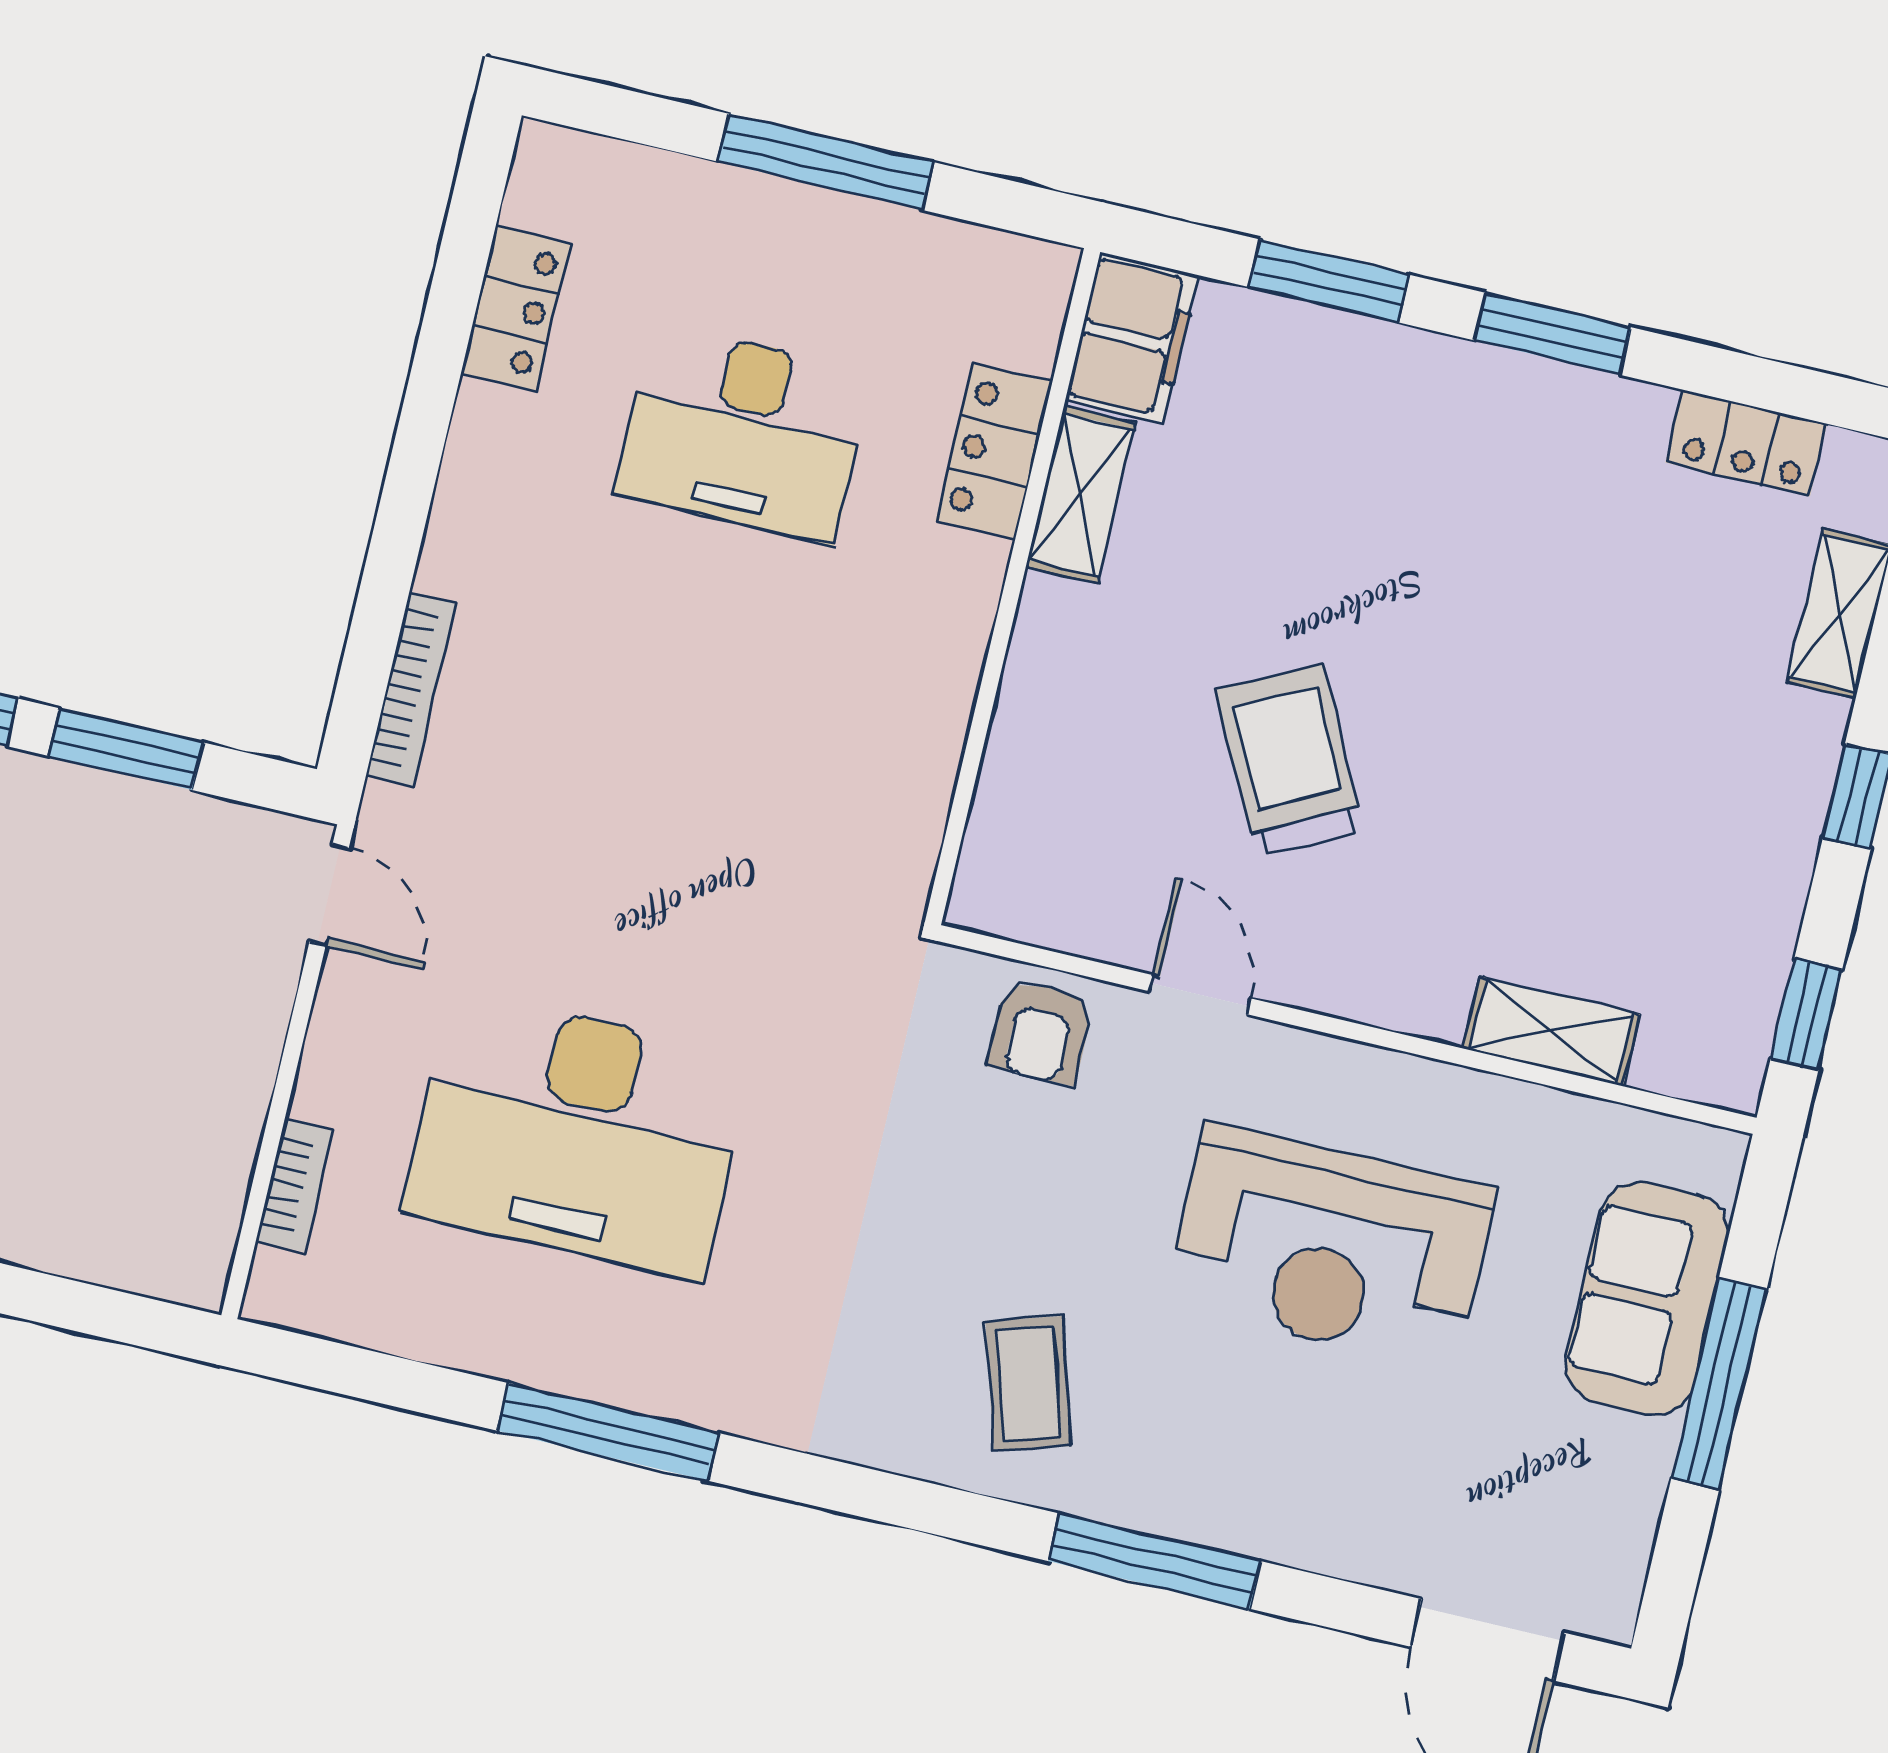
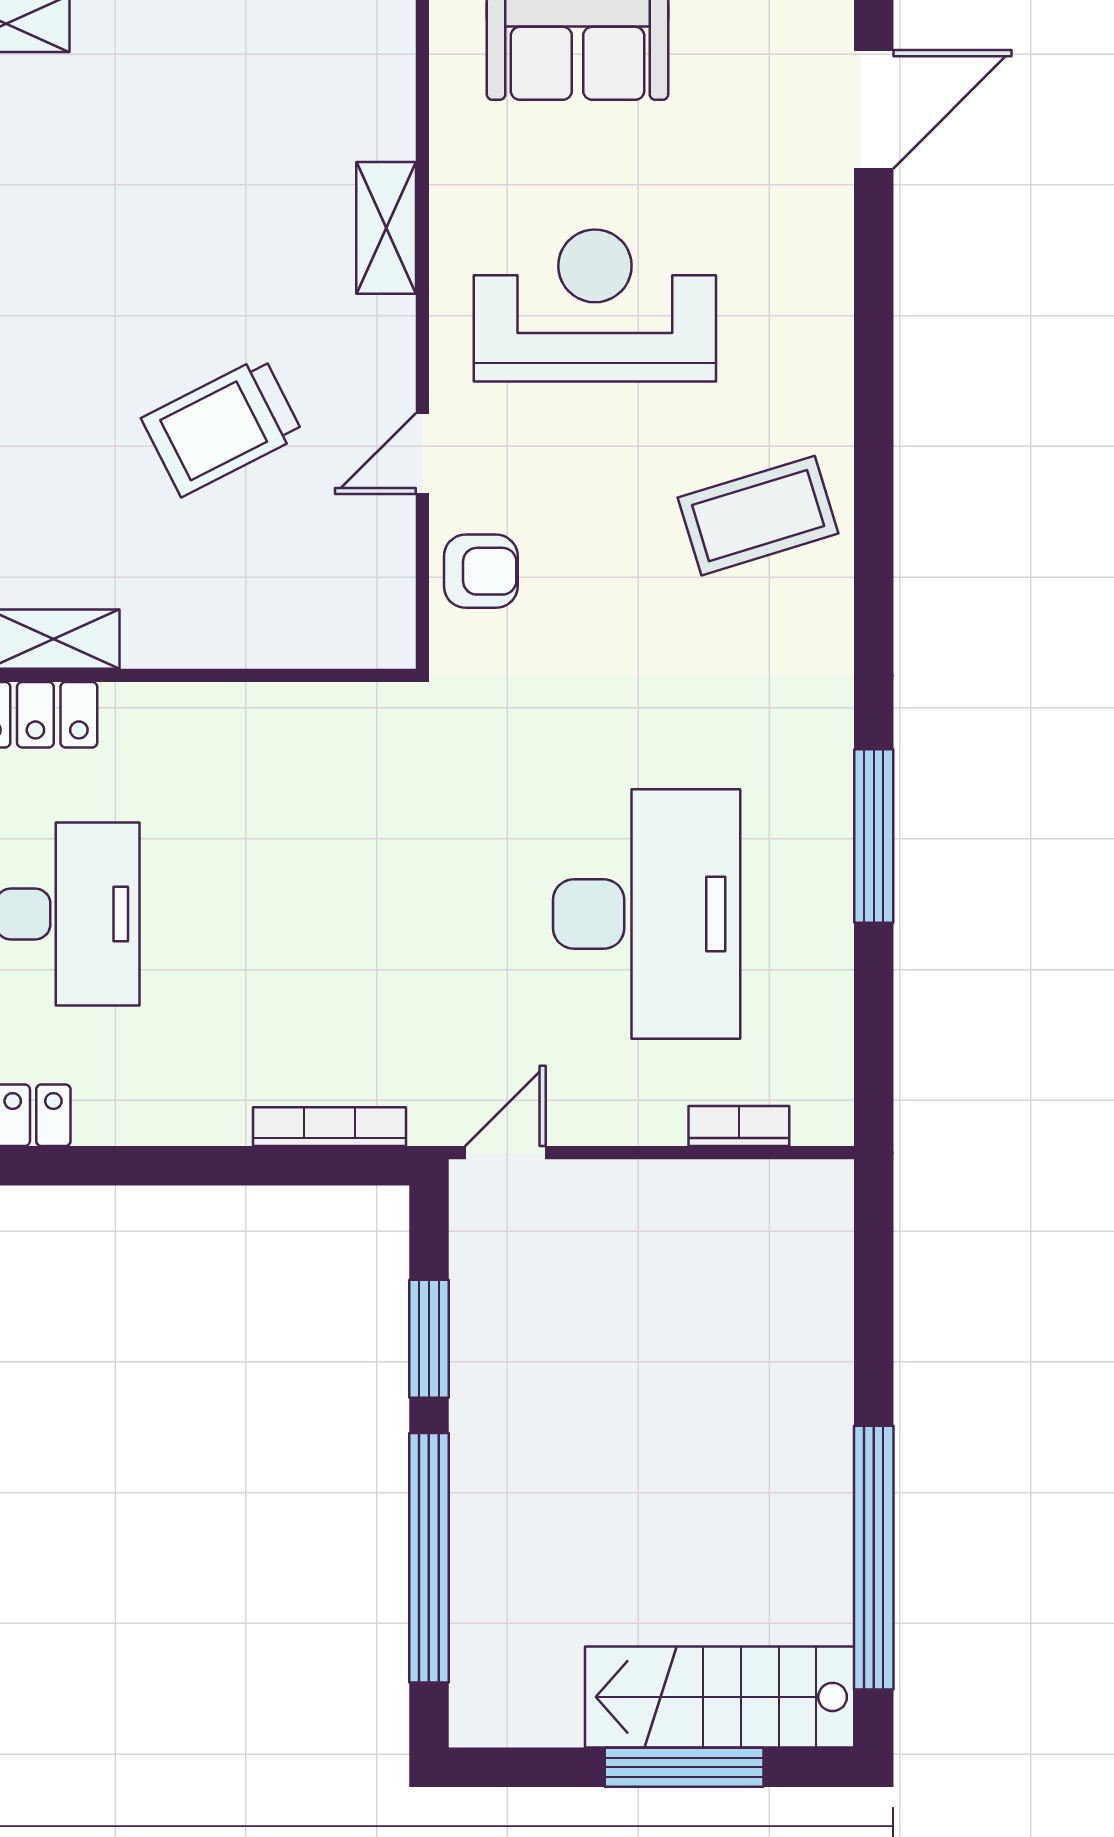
shelving: (1551, 1031) -> (386, 228), moved
reception desk: (1330, 1246) -> (595, 305), turned -90
coffee table: (1028, 1383) -> (758, 516), width x1.36, depth x1.30
window: (1154, 1561) -> (874, 384), removed

